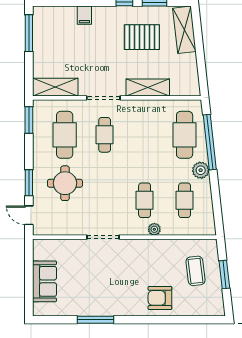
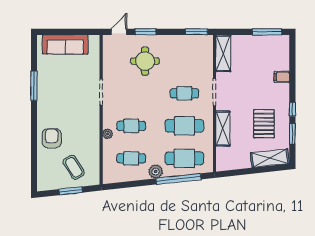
cafe table: (65, 135) -> (184, 126), moved
coffee table: (195, 271) -> (74, 167), turned 65
sofa: (44, 281) -> (65, 44), width x1.36

